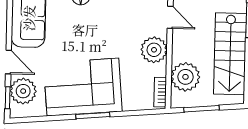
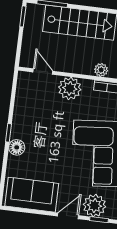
door: (170, 17) -> (43, 72), hinge flipped
plant: (185, 77) -> (101, 70), width x0.53, depth x0.53

